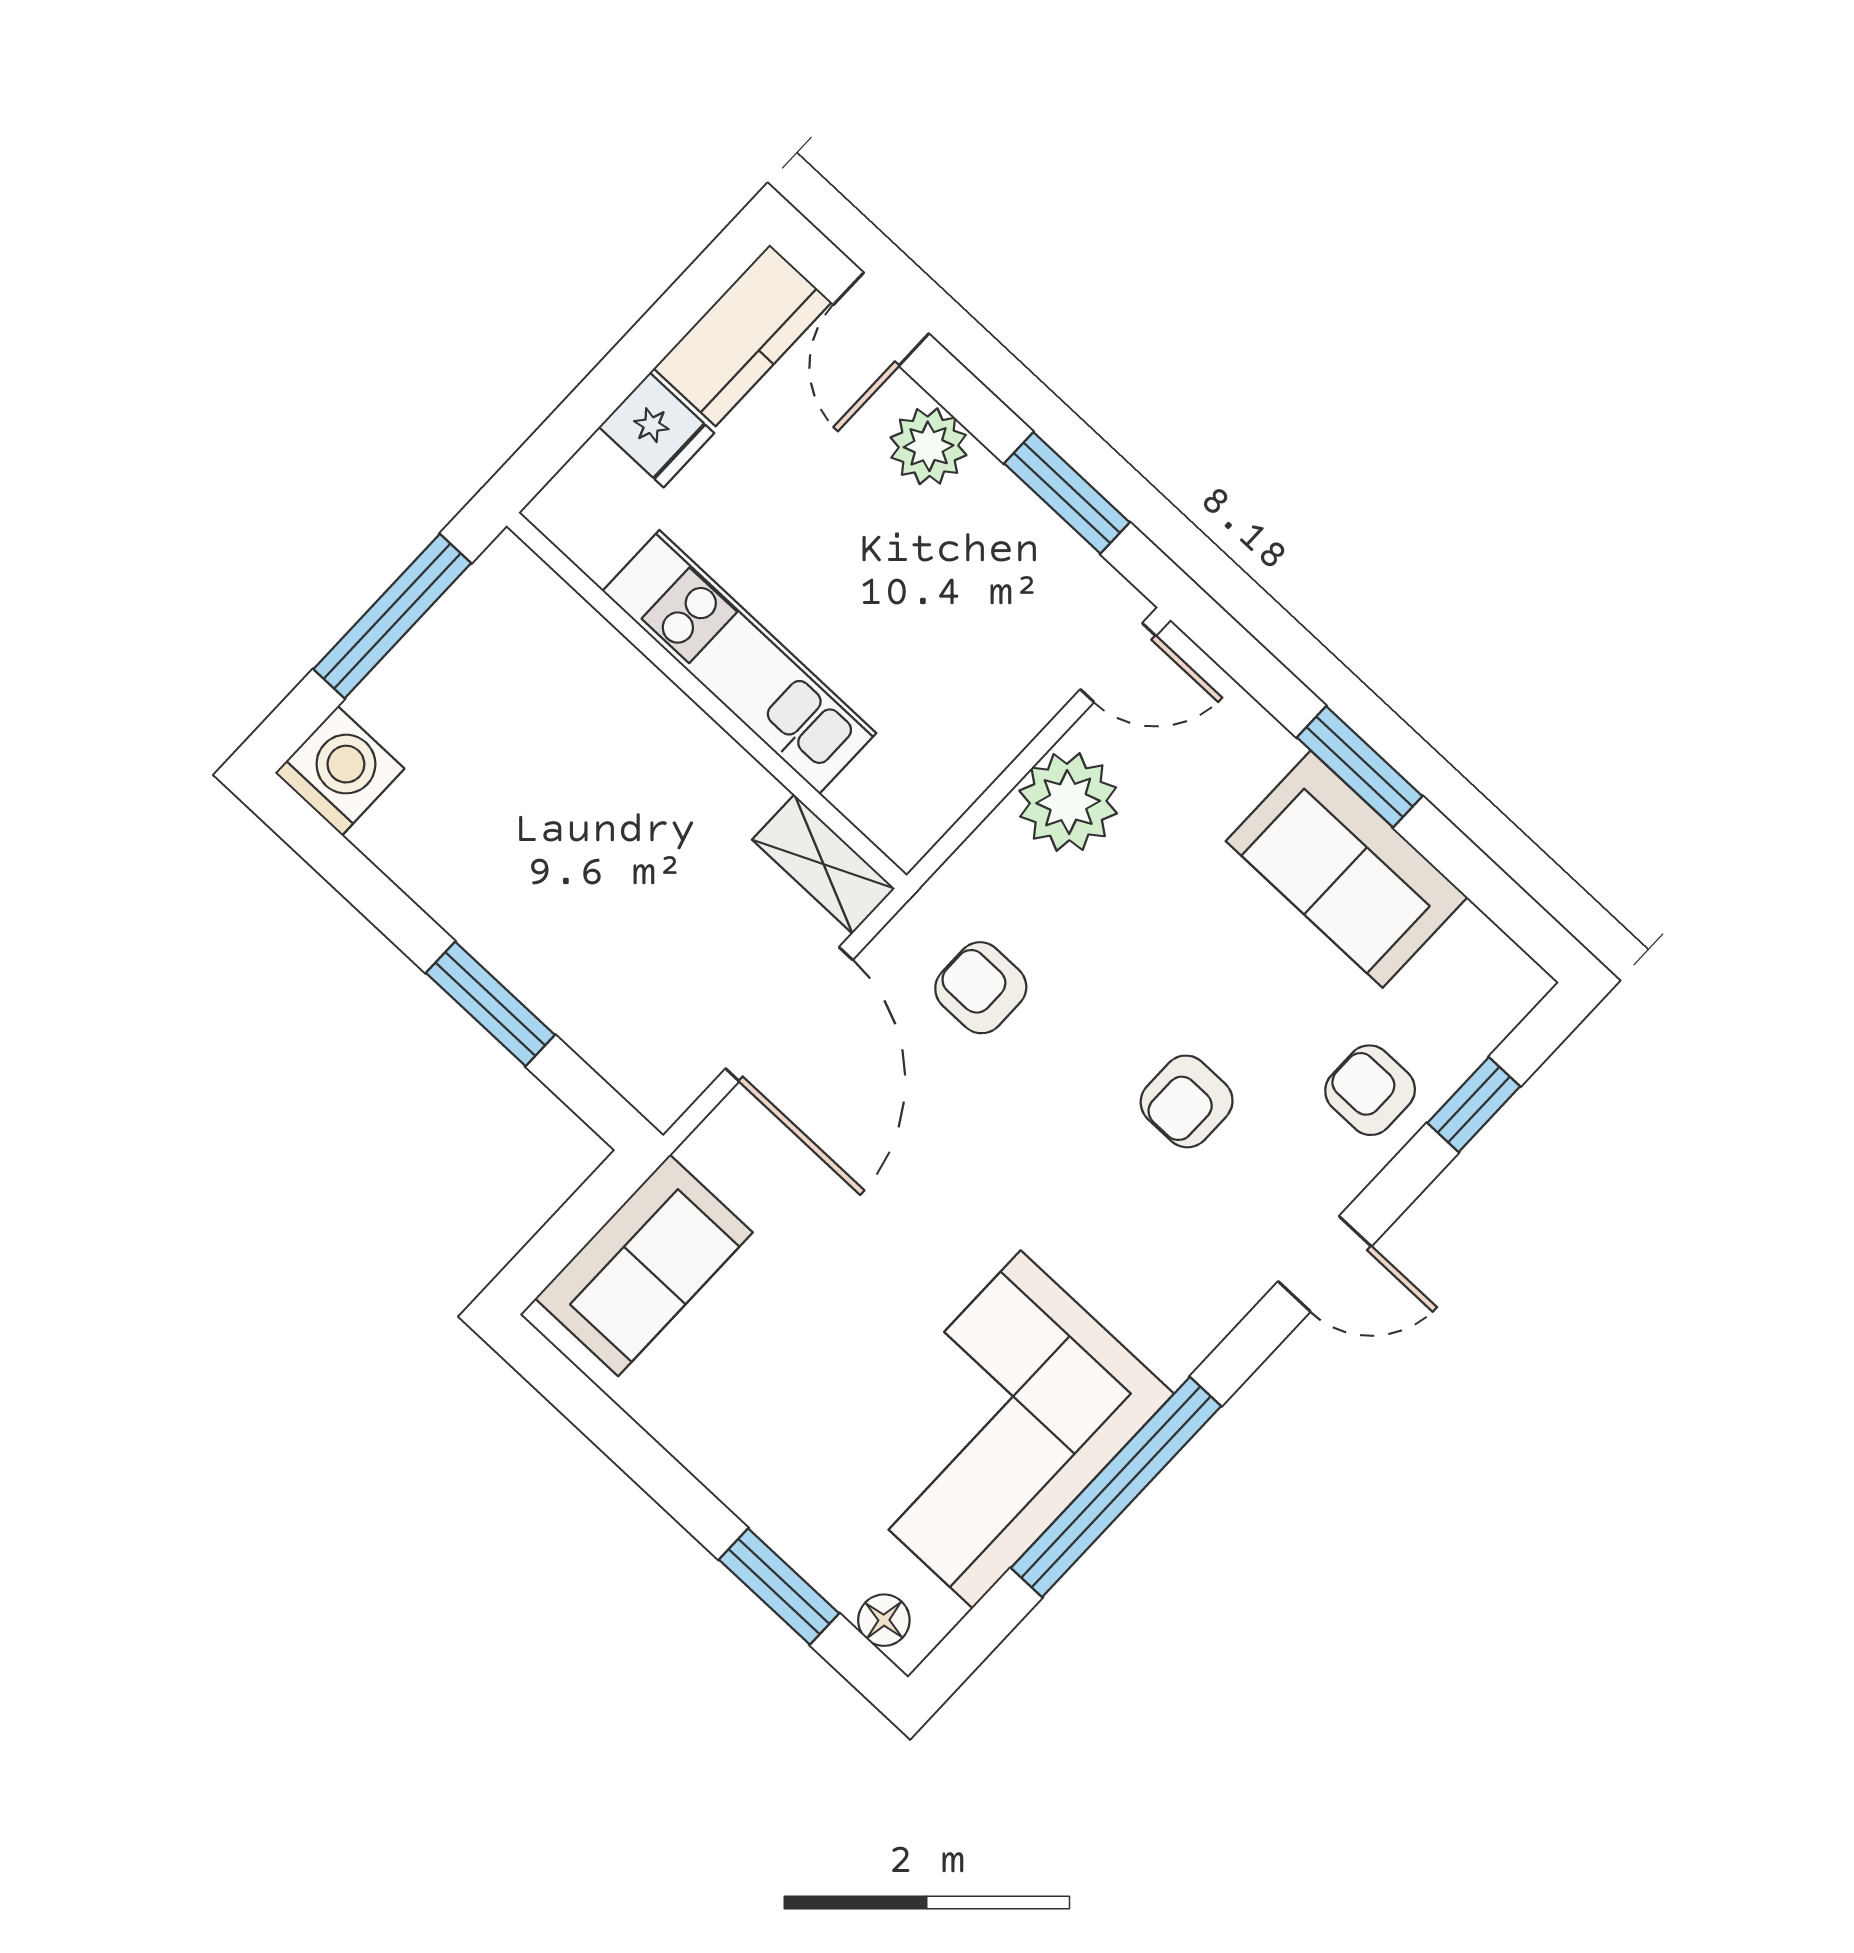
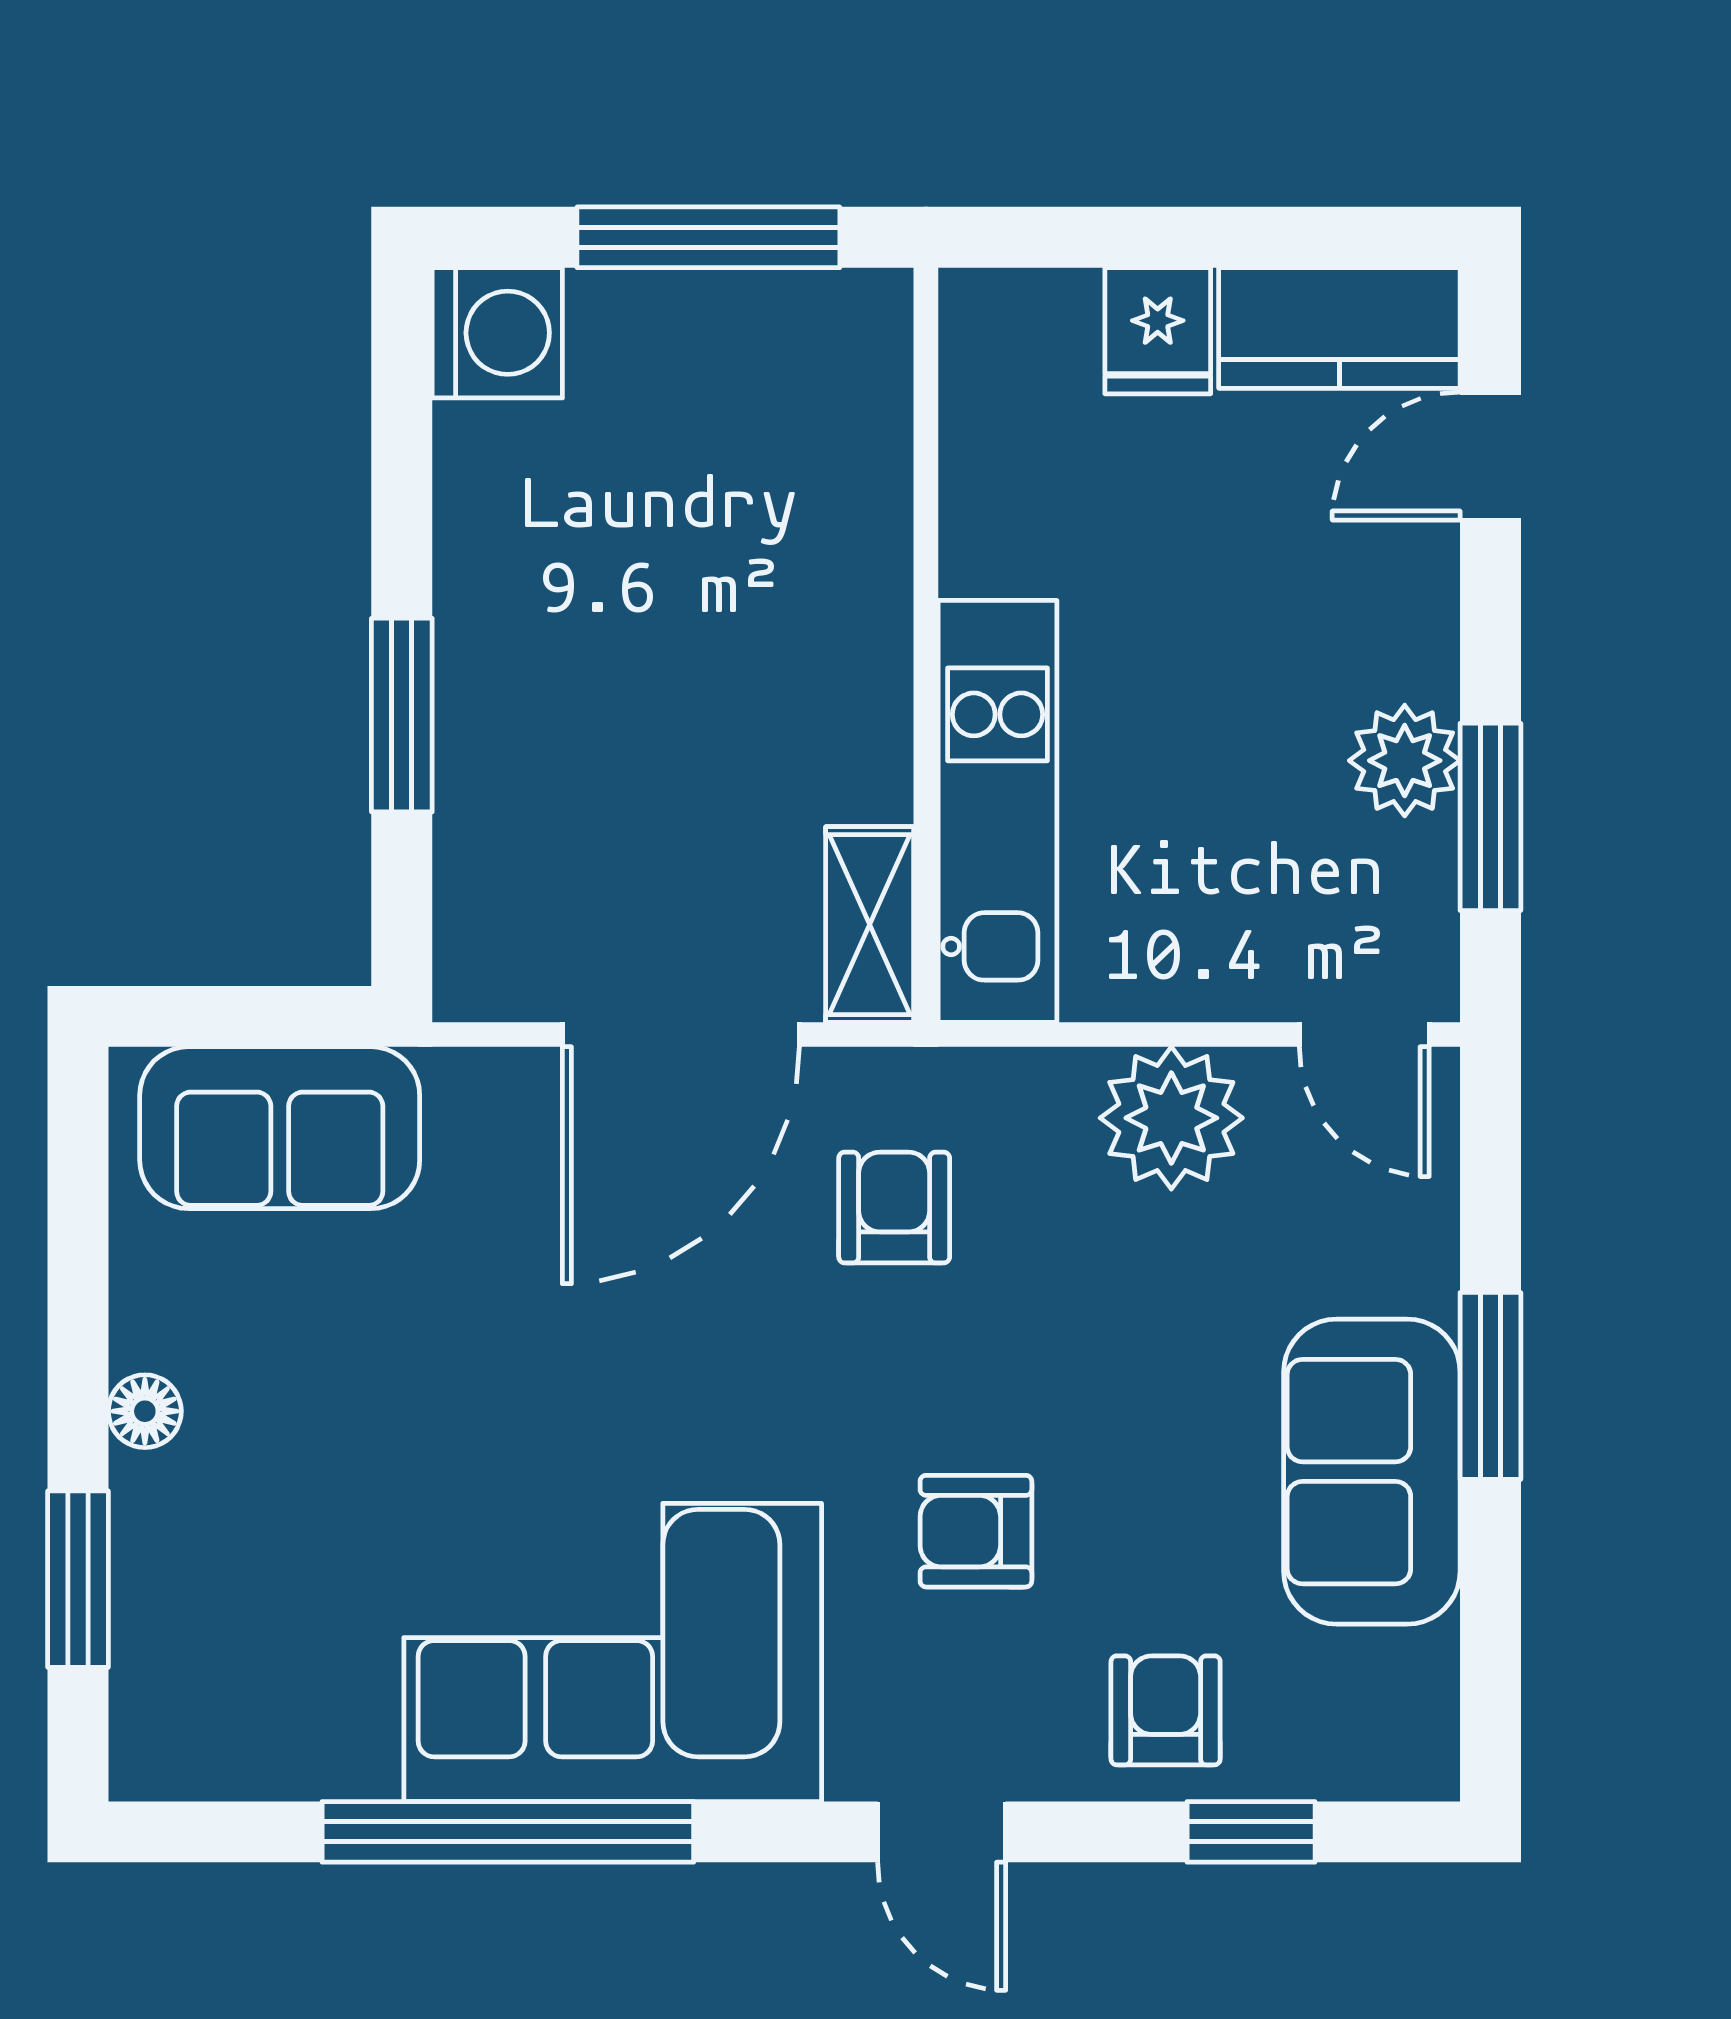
plant: (929, 446) -> (1405, 761), moved
kitchen unit: (739, 662) -> (997, 811), moved
corner sofa: (997, 1429) -> (613, 1652), moved
floor lamp: (884, 1620) -> (145, 1411), moved

